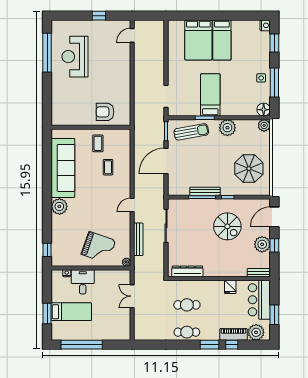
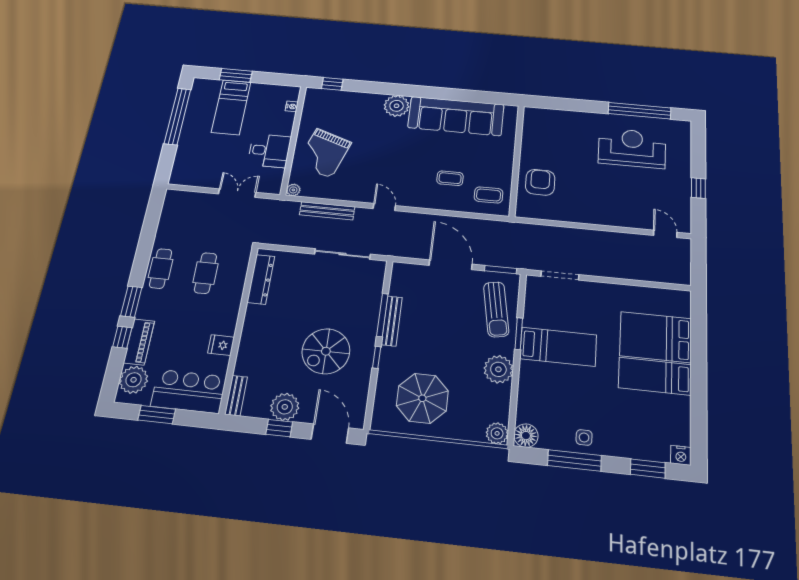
coffee table: (98, 143) -> (489, 195), moved
desk: (83, 282) -> (269, 151), moved

